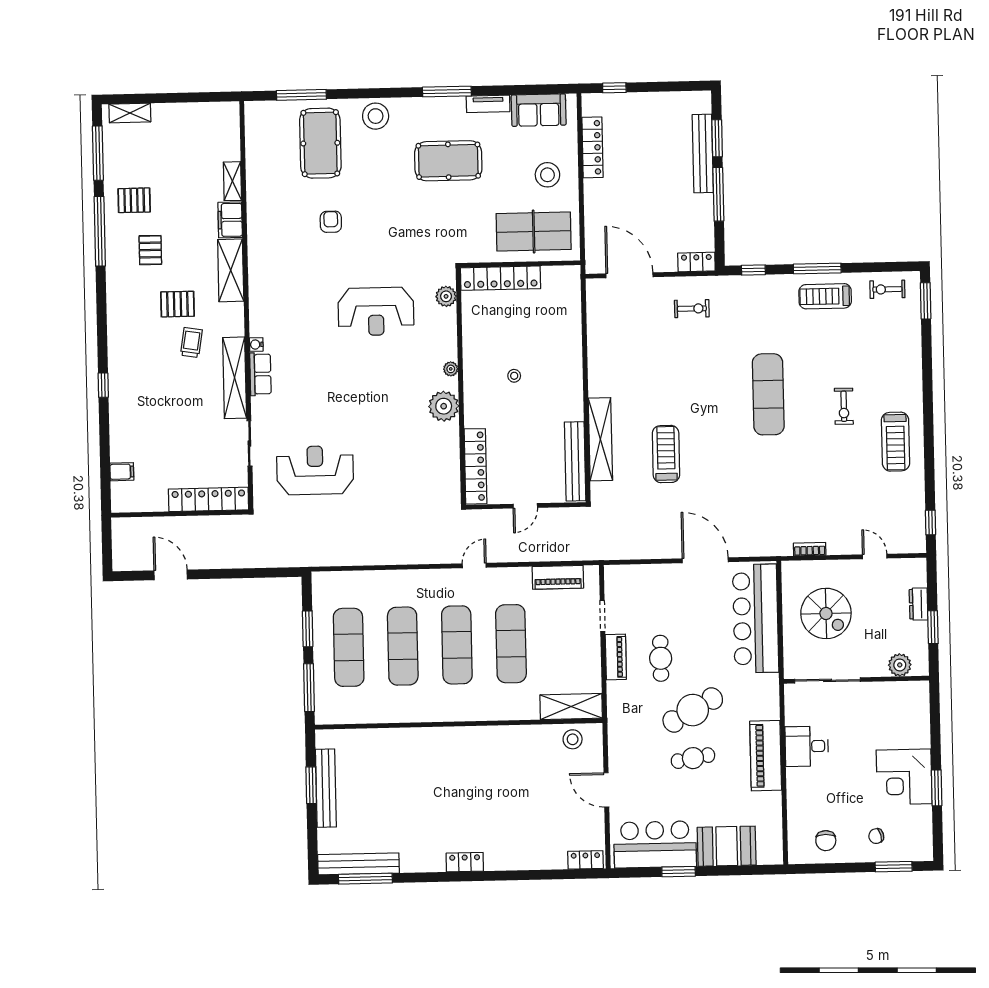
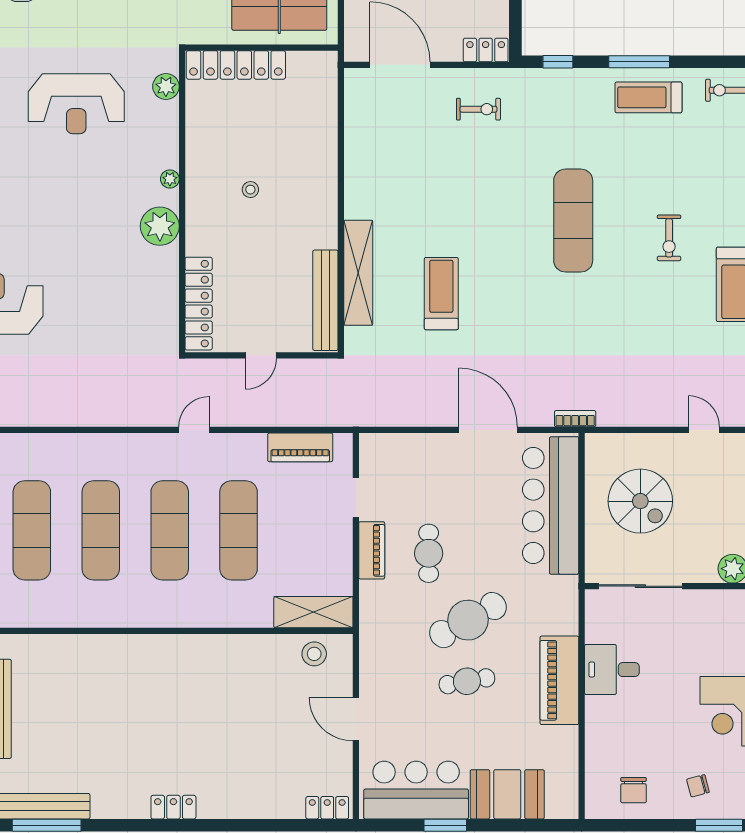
bookcase: (810, 549) -> (575, 419), moved

